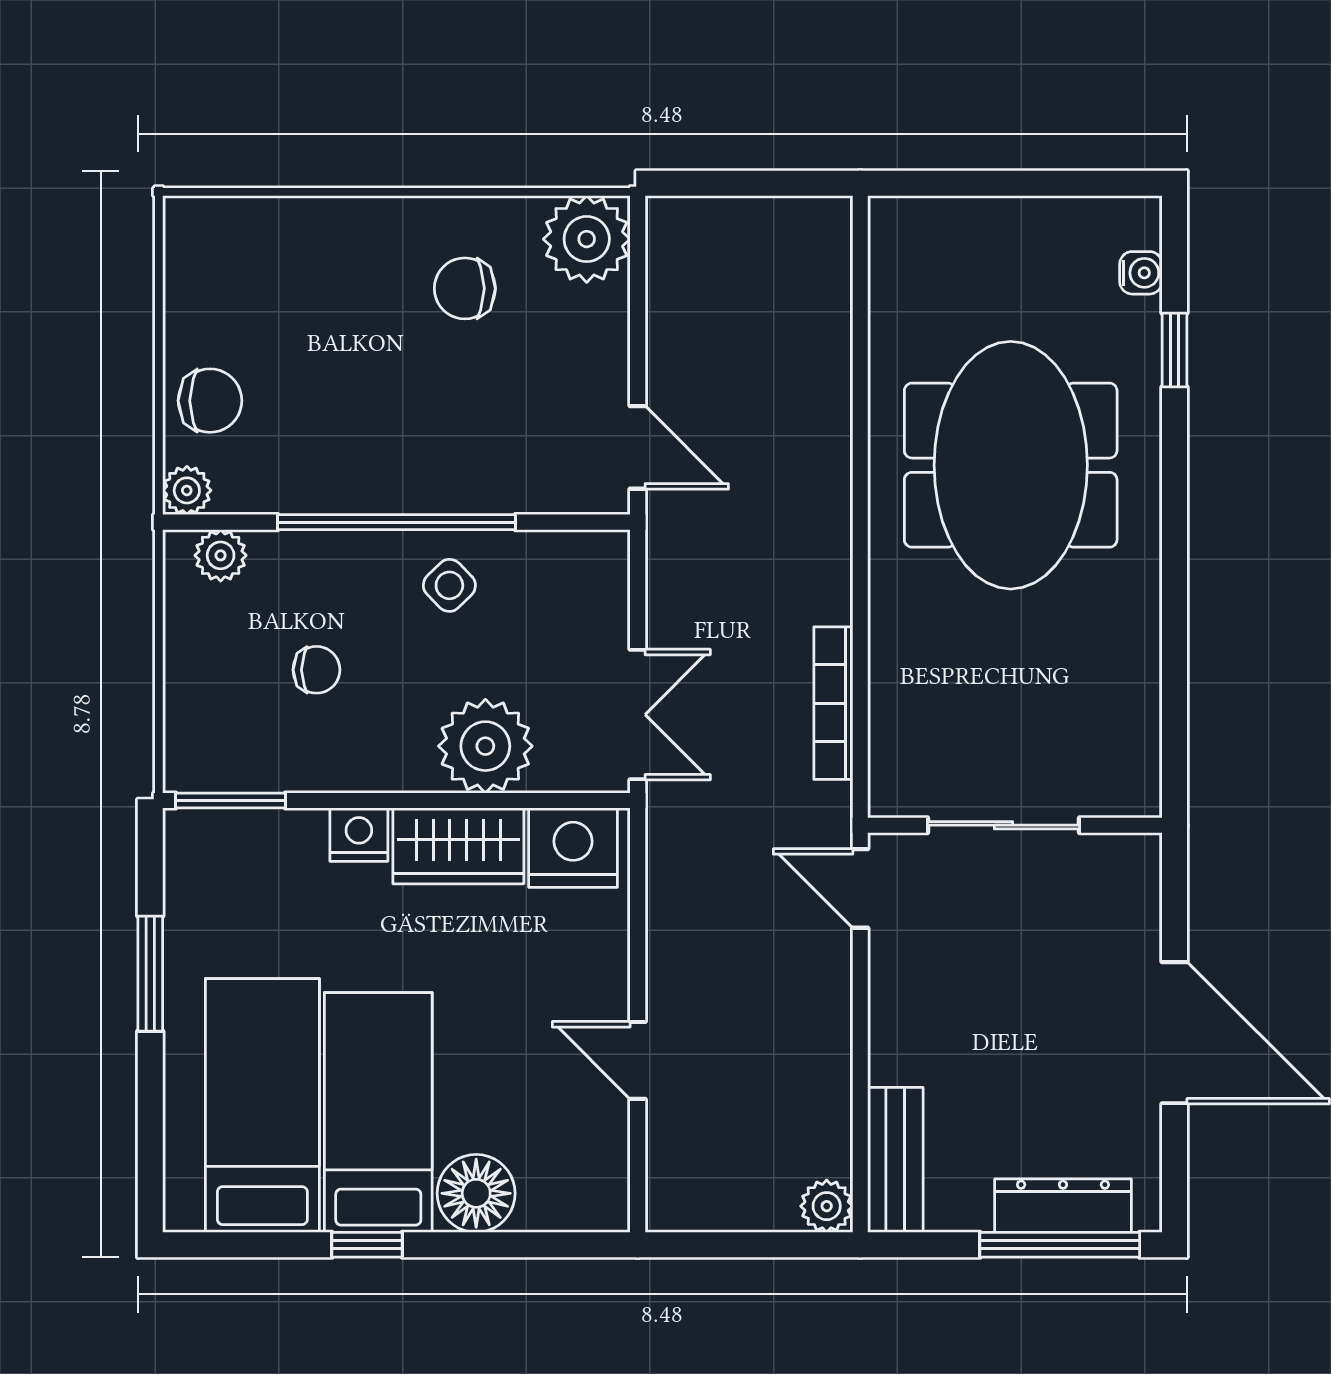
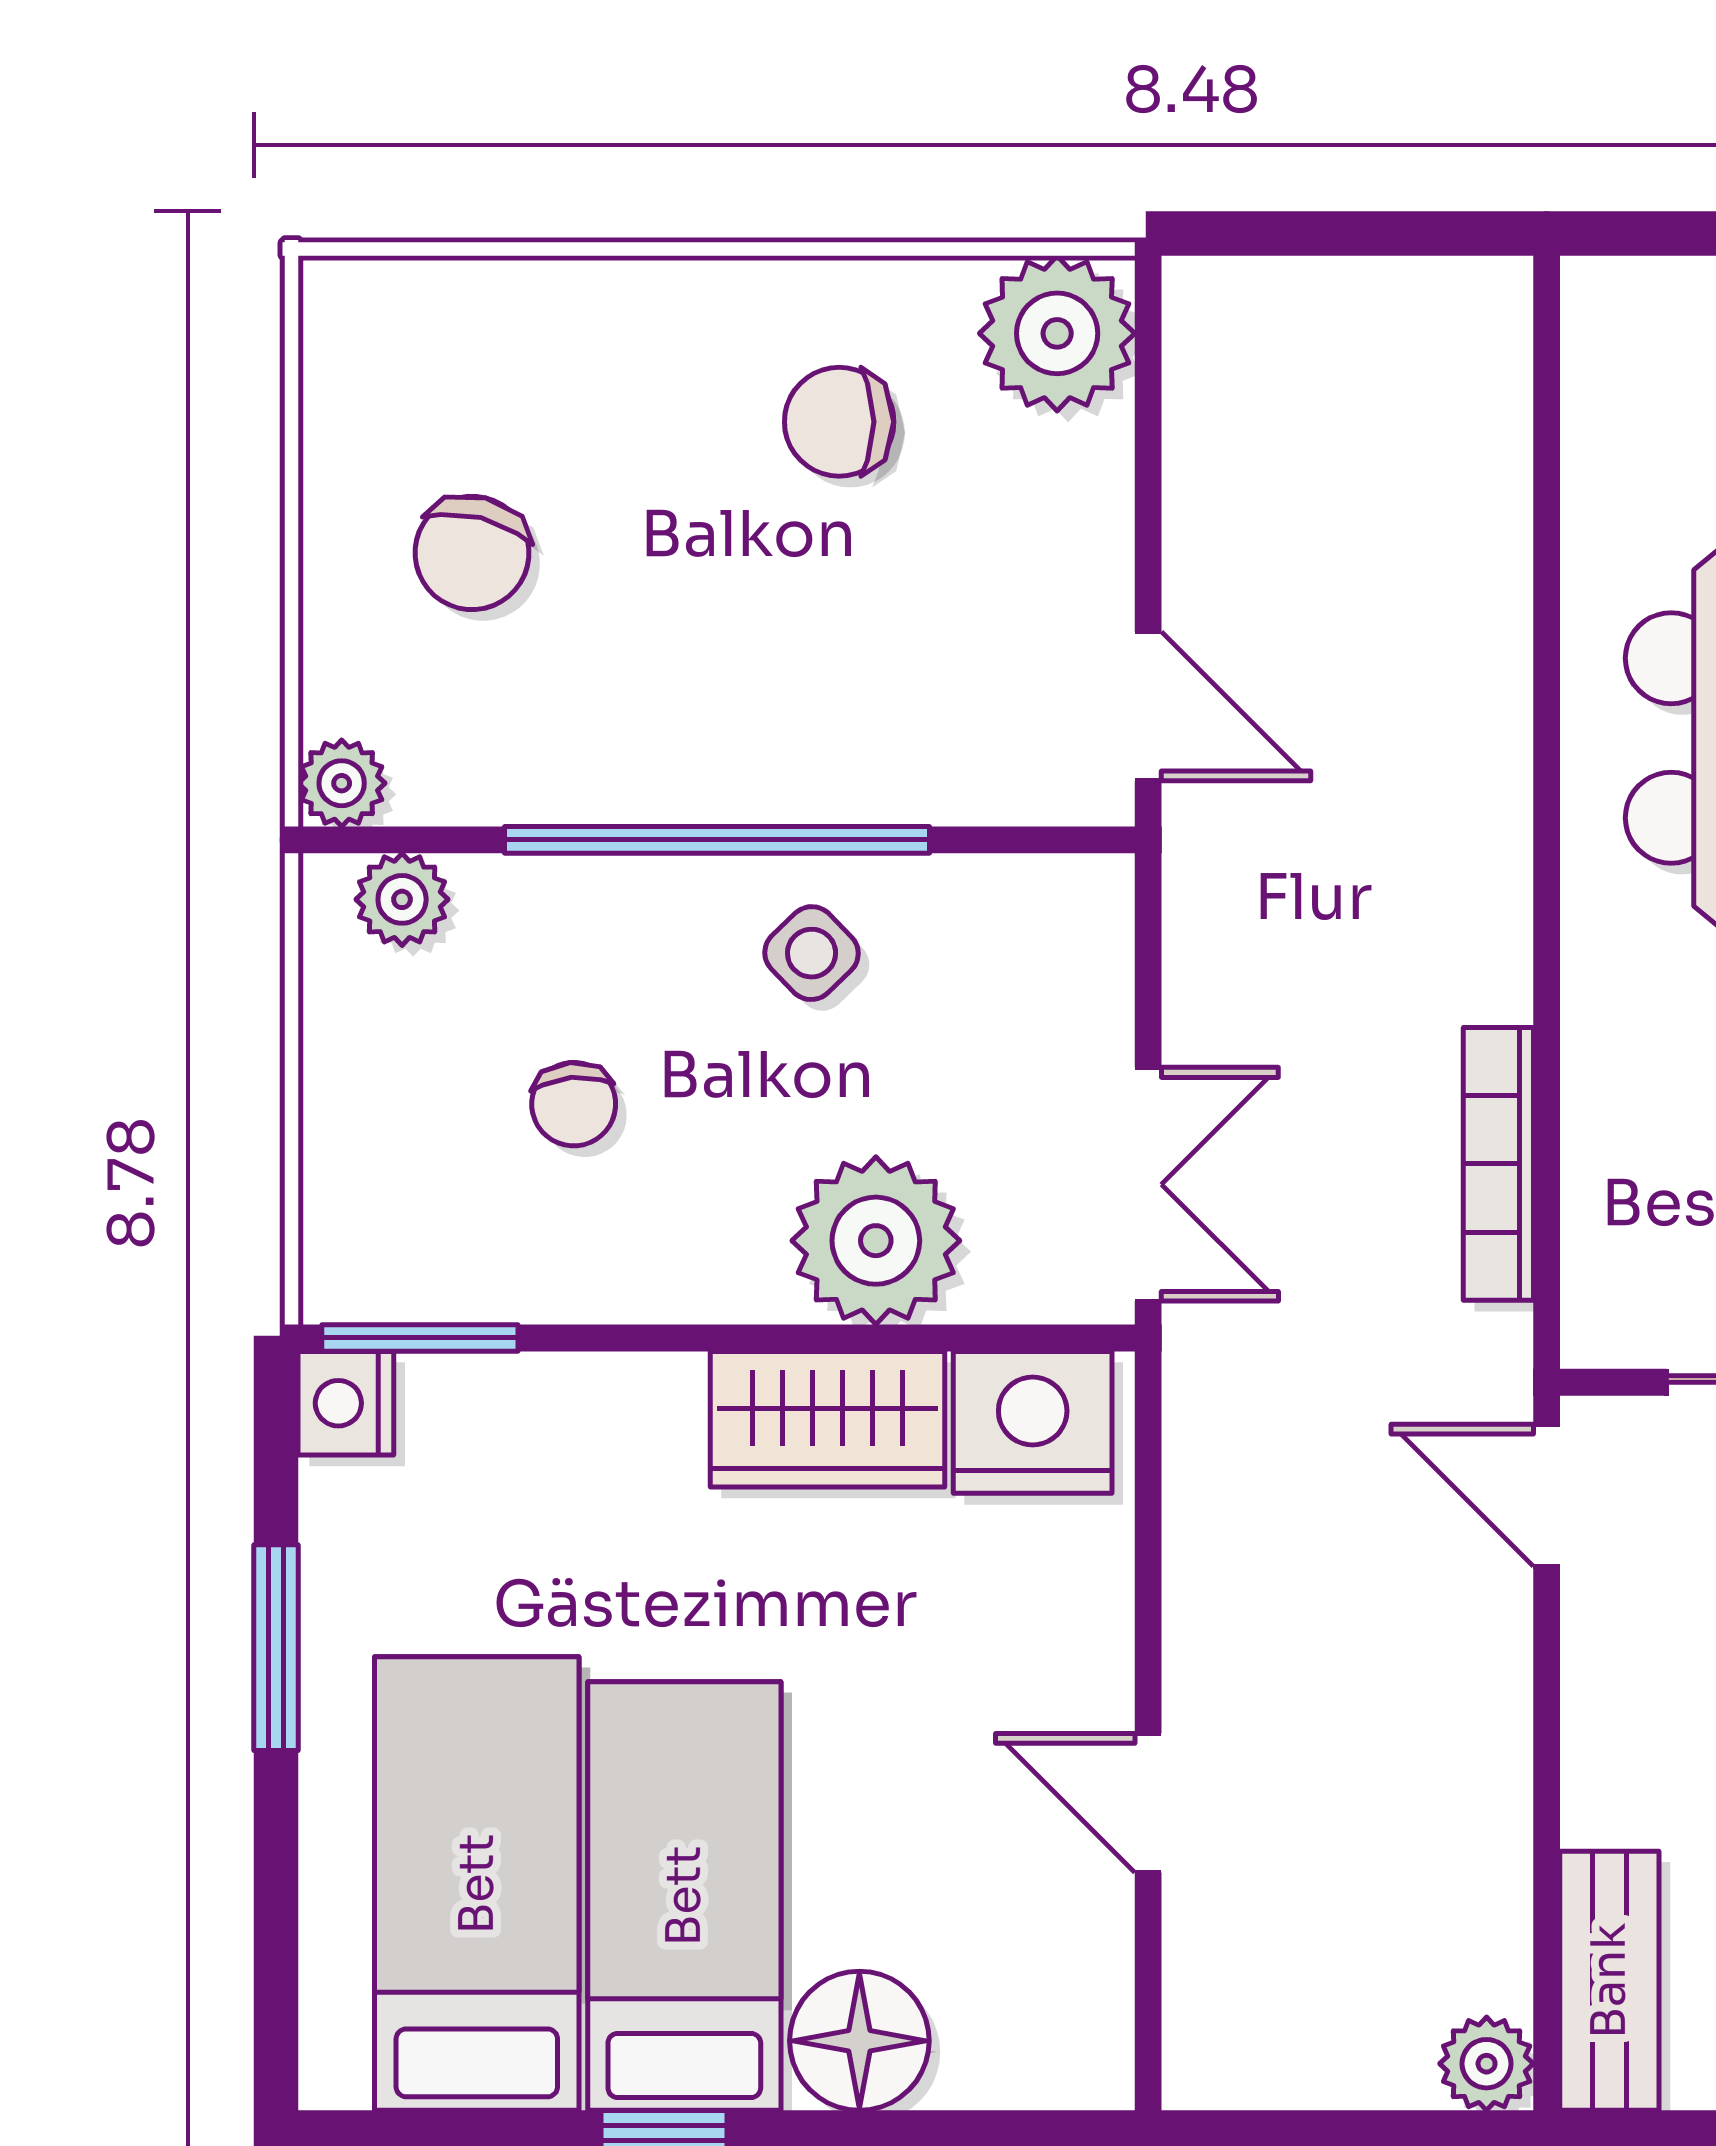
chair: (210, 401) -> (472, 553), moved, turned 104
chair: (316, 670) -> (574, 1104), turned 85
nightstand: (359, 835) -> (346, 1403), moved, turned -90

